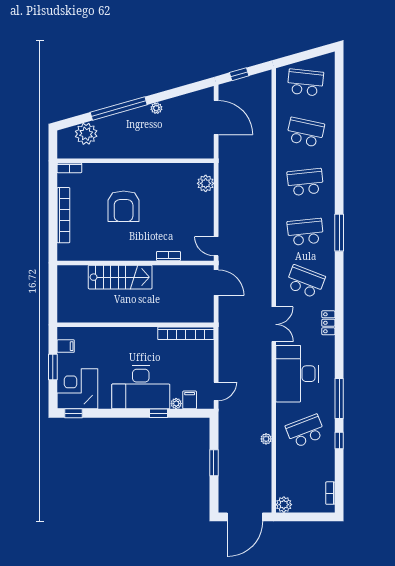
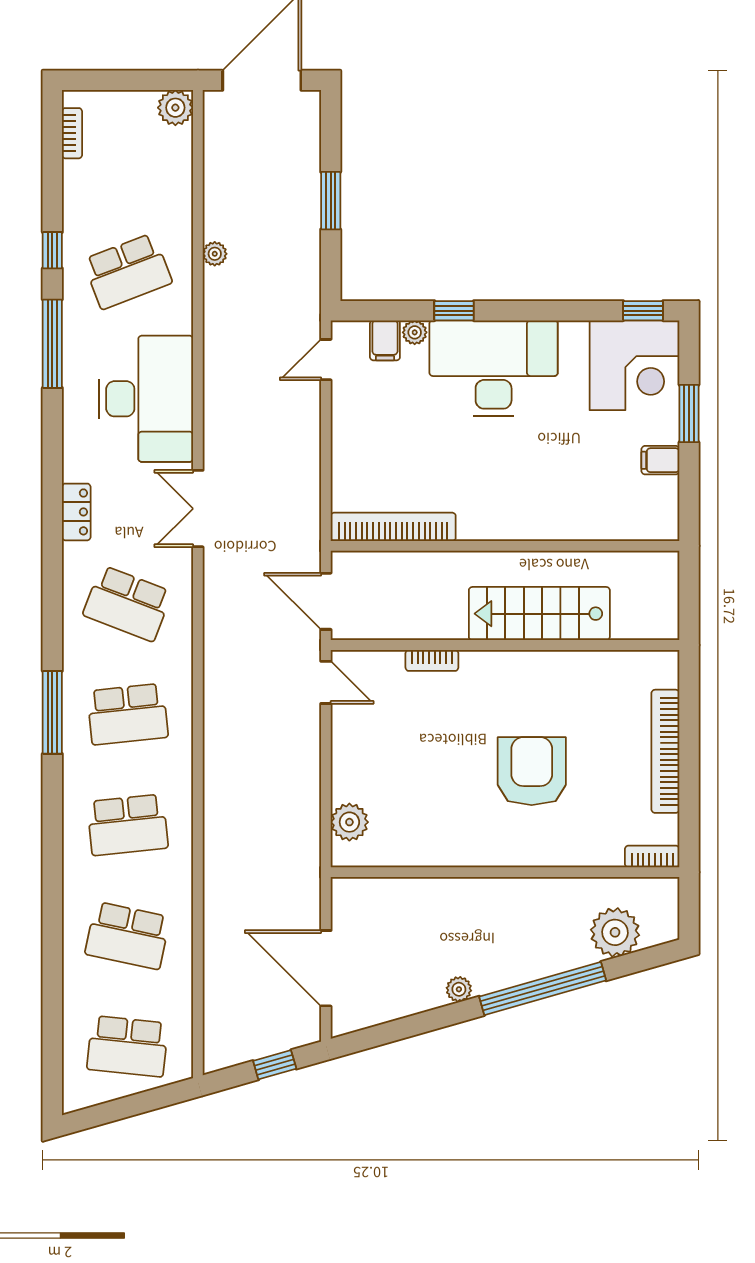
wall: (136, 325) -> (505, 546), moved
bookcase: (186, 333) -> (393, 527), moved

